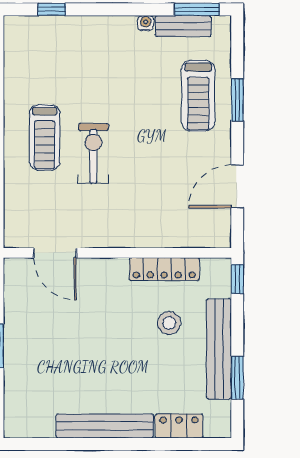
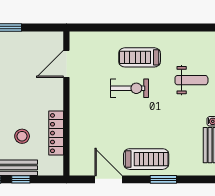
weight bench: (81, 55) -> (191, 80), added
treadmill: (198, 96) -> (146, 159), moved, turned 180
window: (237, 279) -> (21, 179), moved

